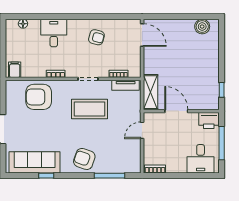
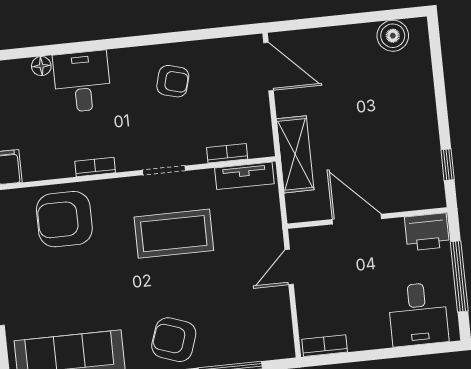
floor lamp: (23, 24) -> (41, 66), moved
shelving: (150, 92) -> (295, 154), moved

